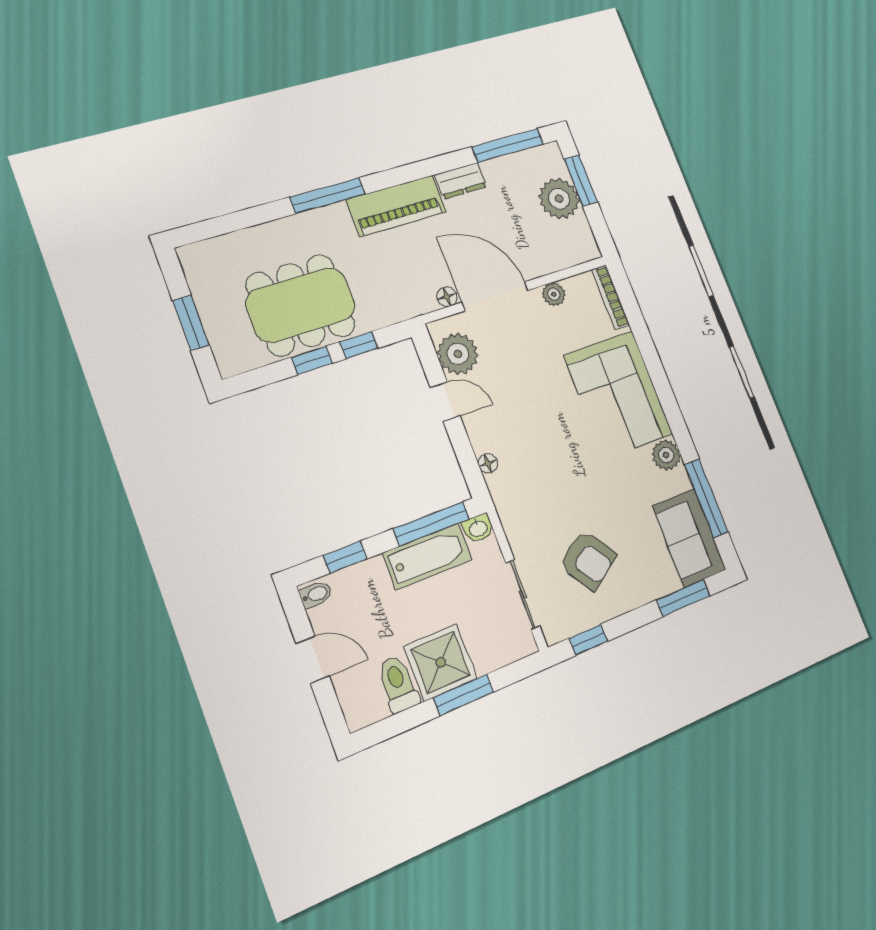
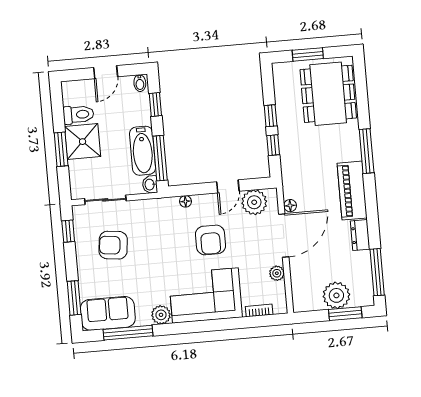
bookcase: (611, 297) -> (259, 310), width x0.64
dining table: (301, 305) -> (328, 94), moved
armchair: (535, 408) -> (211, 240), added
armchair: (588, 560) -> (113, 245), turned 40

